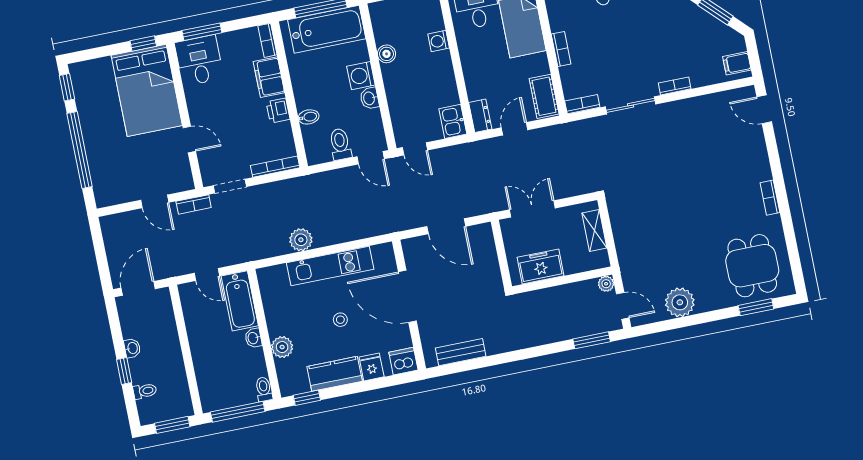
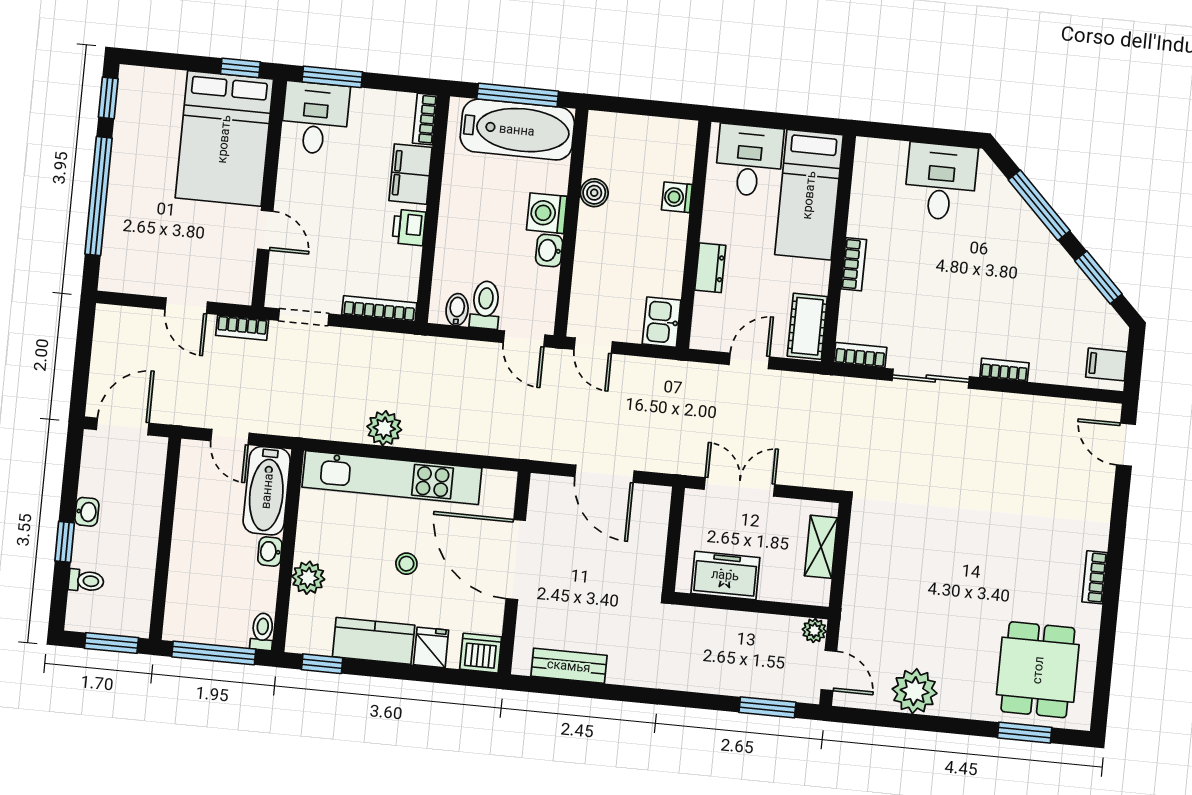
dresser: (480, 116) -> (710, 268), moved
bidet: (309, 117) -> (457, 310), moved, turned -90
kitchen unit: (330, 266) -> (392, 478), width x1.36

